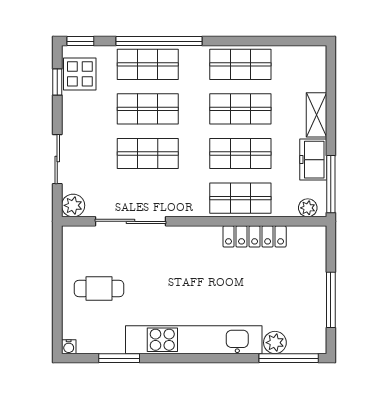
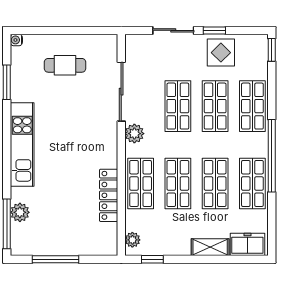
window: (159, 41) -> (272, 156), moved
display table: (80, 74) -> (221, 53), moved
window: (57, 82) -> (214, 30), moved
freezer: (313, 160) -> (247, 244), moved
window: (331, 184) -> (152, 259), width x0.46
plant: (73, 205) -> (134, 134), moved
cafe table: (99, 289) -> (65, 65), turned 90
kitchen unit: (194, 340) -> (22, 144), width x0.73

